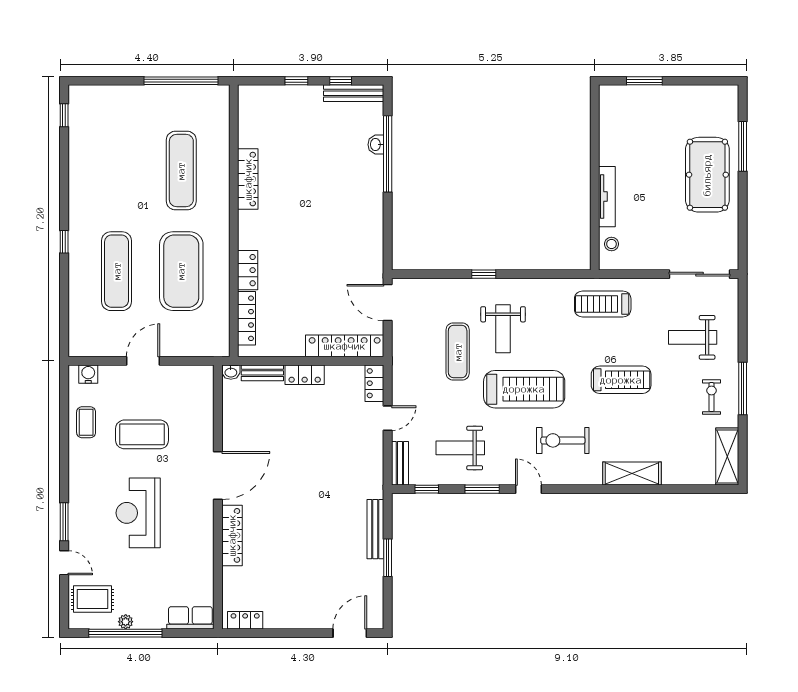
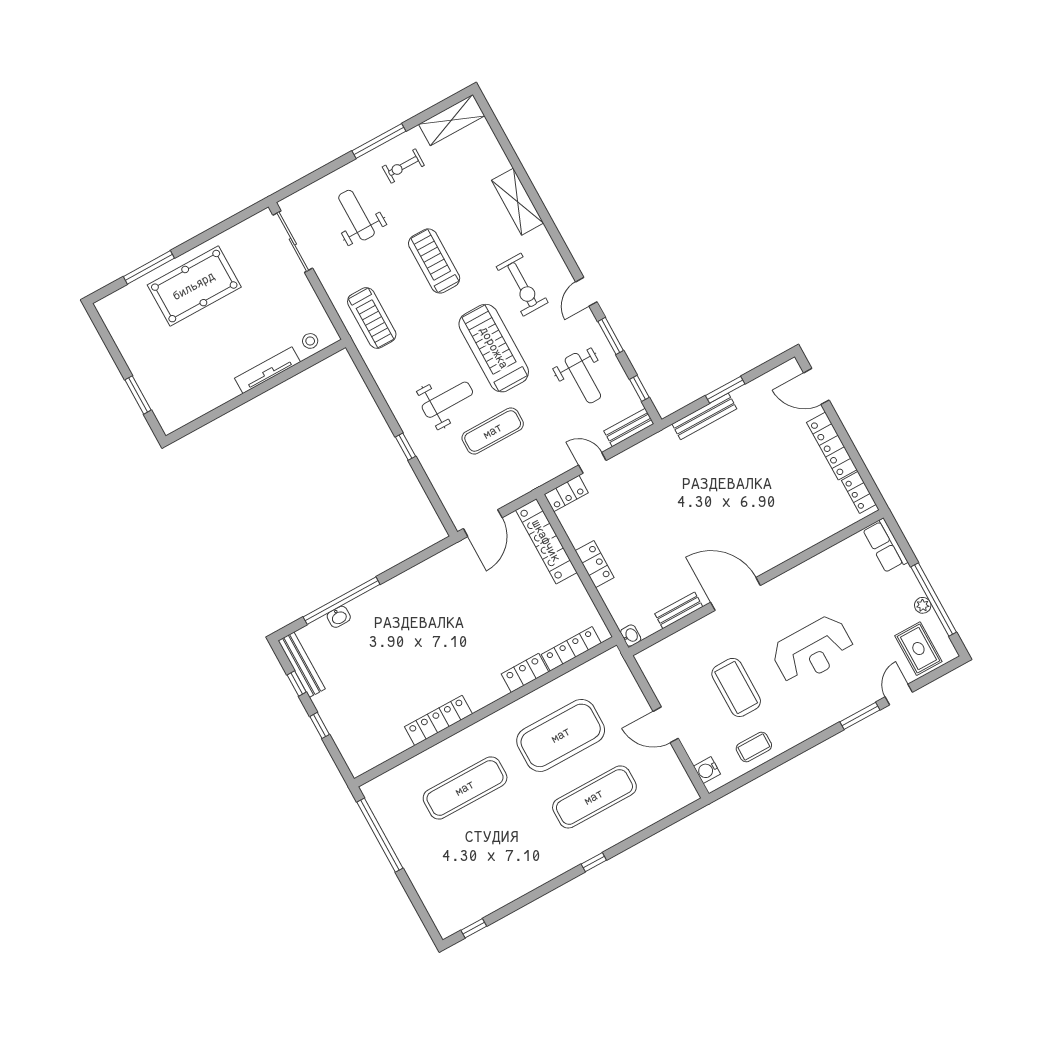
weight bench: (693, 337) -> (356, 215), turned 180
bench: (262, 373) -> (679, 610), moved, turned 90
locker: (232, 535) -> (832, 446), moved, turned -90

